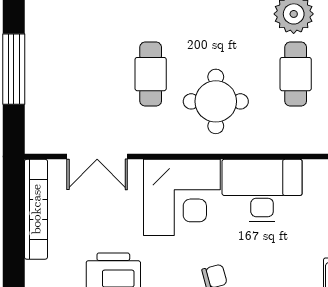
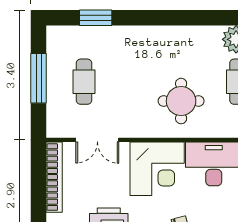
cafe table: (151, 74) -> (84, 82), moved

